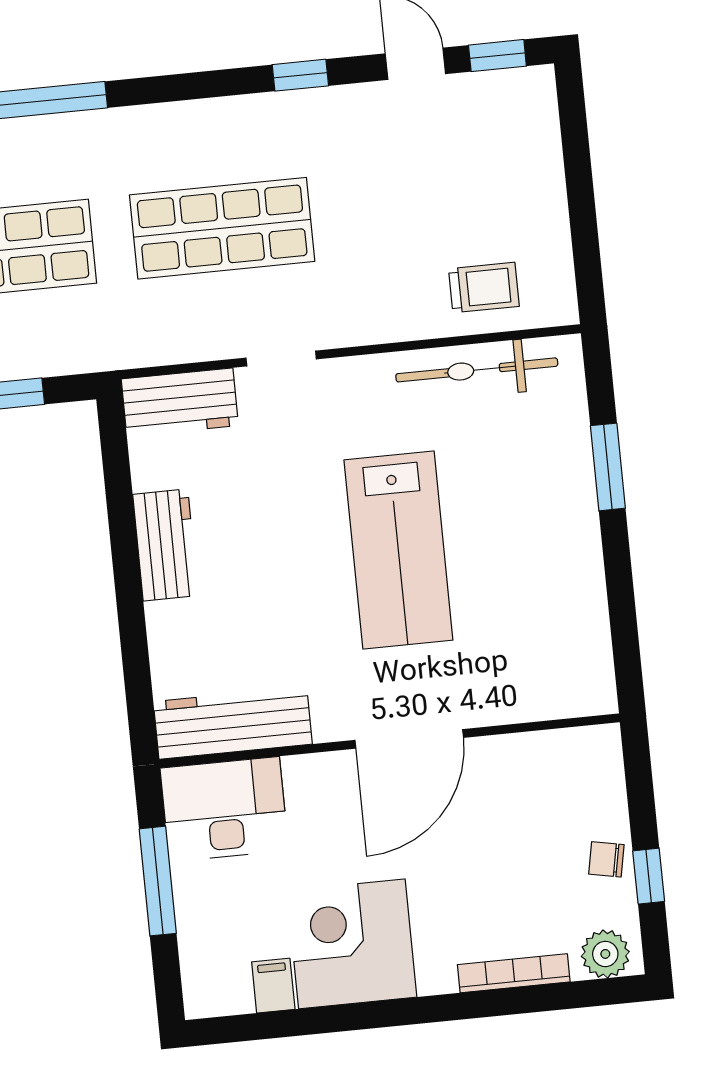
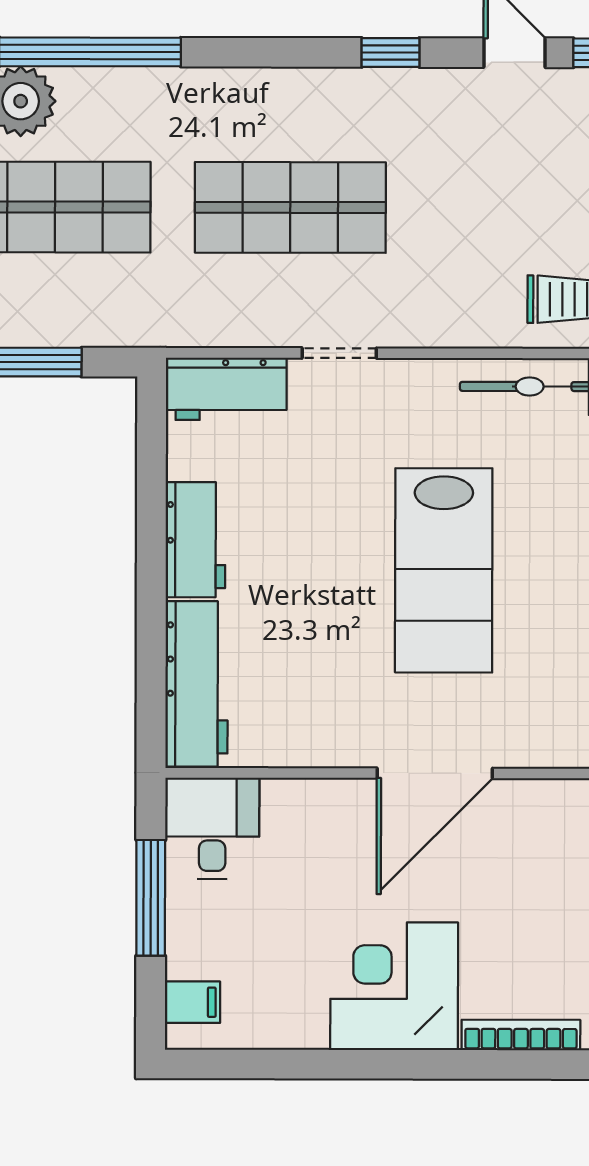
workbench: (233, 723) -> (197, 684), moved, turned 90
desk: (224, 809) -> (212, 828), width x0.73
corner desk: (352, 944) -> (394, 986), moved
filing cabinet: (273, 986) -> (192, 1002), moved, turned 90

